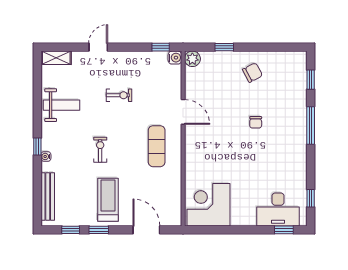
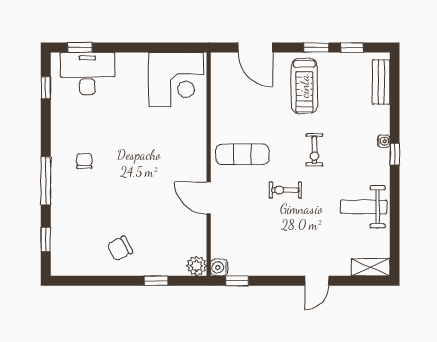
exercise bike: (119, 95) -> (285, 190), moved
chair: (256, 122) -> (84, 161), moved
exercise mat: (157, 146) -> (242, 154), turned 90
bench: (48, 197) -> (381, 82), width x0.73

